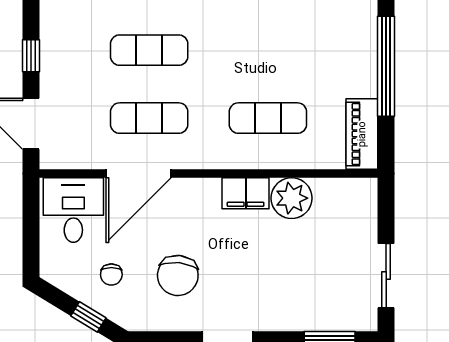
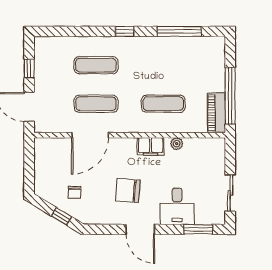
window: (386, 66) -> (230, 96), moved
plant: (292, 198) -> (177, 144), width x0.53, depth x0.53
desk: (73, 210) -> (177, 206), moved, turned 180
chair: (178, 275) -> (128, 190), moved, turned 89

